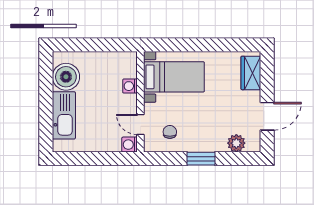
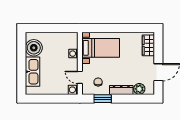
dresser: (207, 145) -> (121, 90), added
window: (201, 159) -> (103, 99), moved

